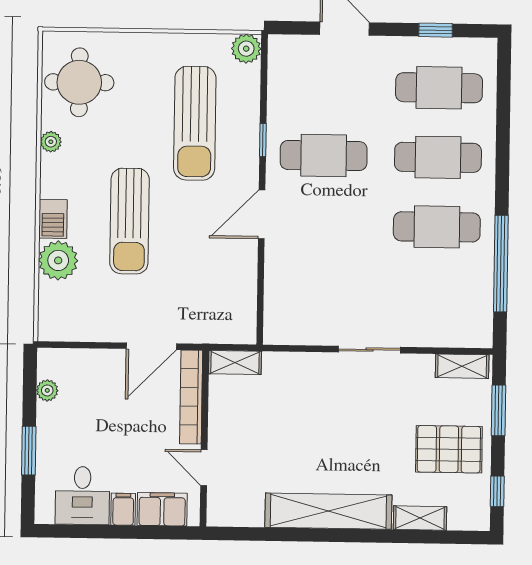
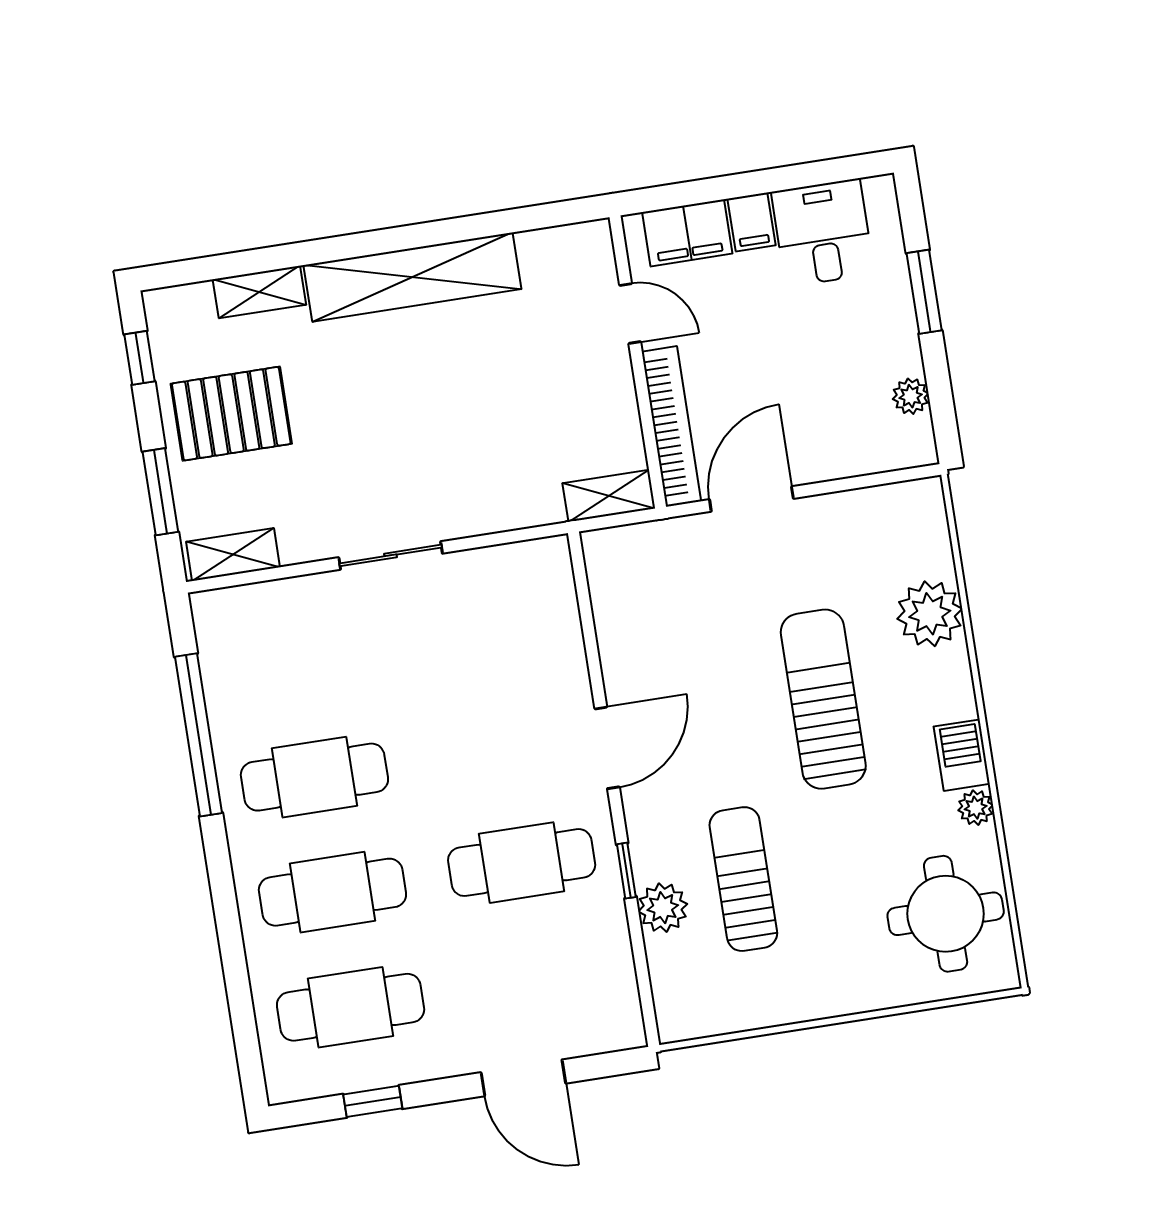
plant: (246, 49) -> (663, 908), moved
sun lounger: (195, 123) -> (743, 879), width x0.73, depth x0.75
barbecue: (53, 219) -> (962, 755), moved

